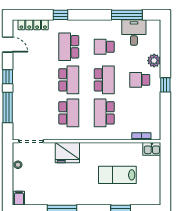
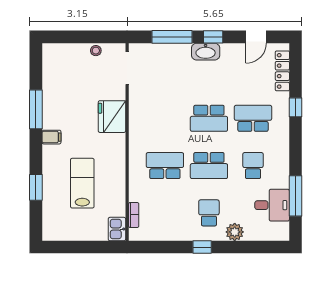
washbasin: (19, 82) -> (206, 52), added
school desk: (69, 113) -> (165, 118), removed
filing cabinet: (19, 198) -> (51, 137), moved

